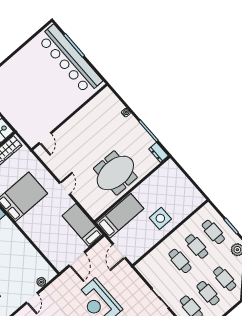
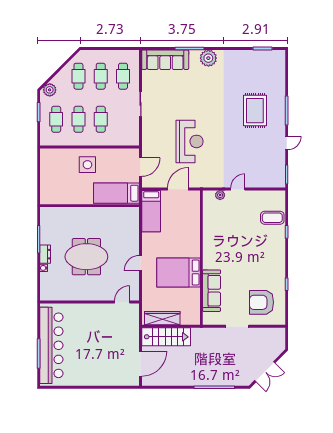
dresser: (159, 152) -> (45, 254), moved
meeting table: (115, 173) -> (86, 257), moved
door: (65, 188) -> (141, 263), moved

